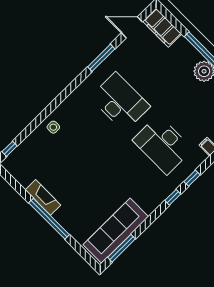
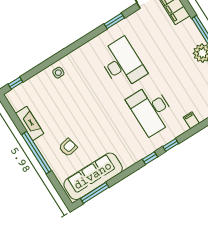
window: (101, 58) -> (114, 21), width x0.69
fireplace: (43, 197) -> (30, 123), moved
armchair: (82, 205) -> (68, 147), added

